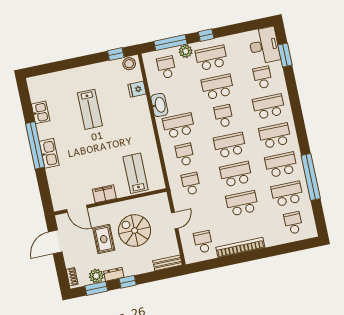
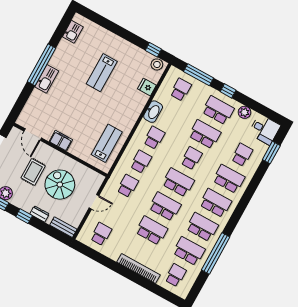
desk: (264, 46) -> (265, 130), width x0.73
plant: (186, 51) -> (245, 112), moved
kitchen sink: (41, 112) -> (73, 32), moved
school desk: (179, 126) -> (154, 138), width x0.54
lab bench: (136, 173) -> (107, 143), moved
bookcase: (240, 247) -> (139, 268), moved
dresser: (114, 274) -> (40, 214), moved

